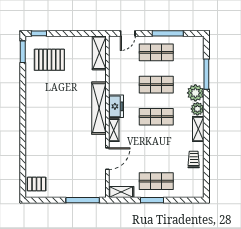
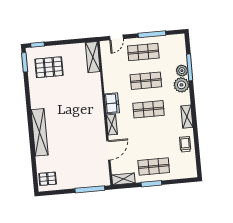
shelving: (99, 108) -> (40, 132), moved
plant: (197, 109) -> (182, 71), moved

